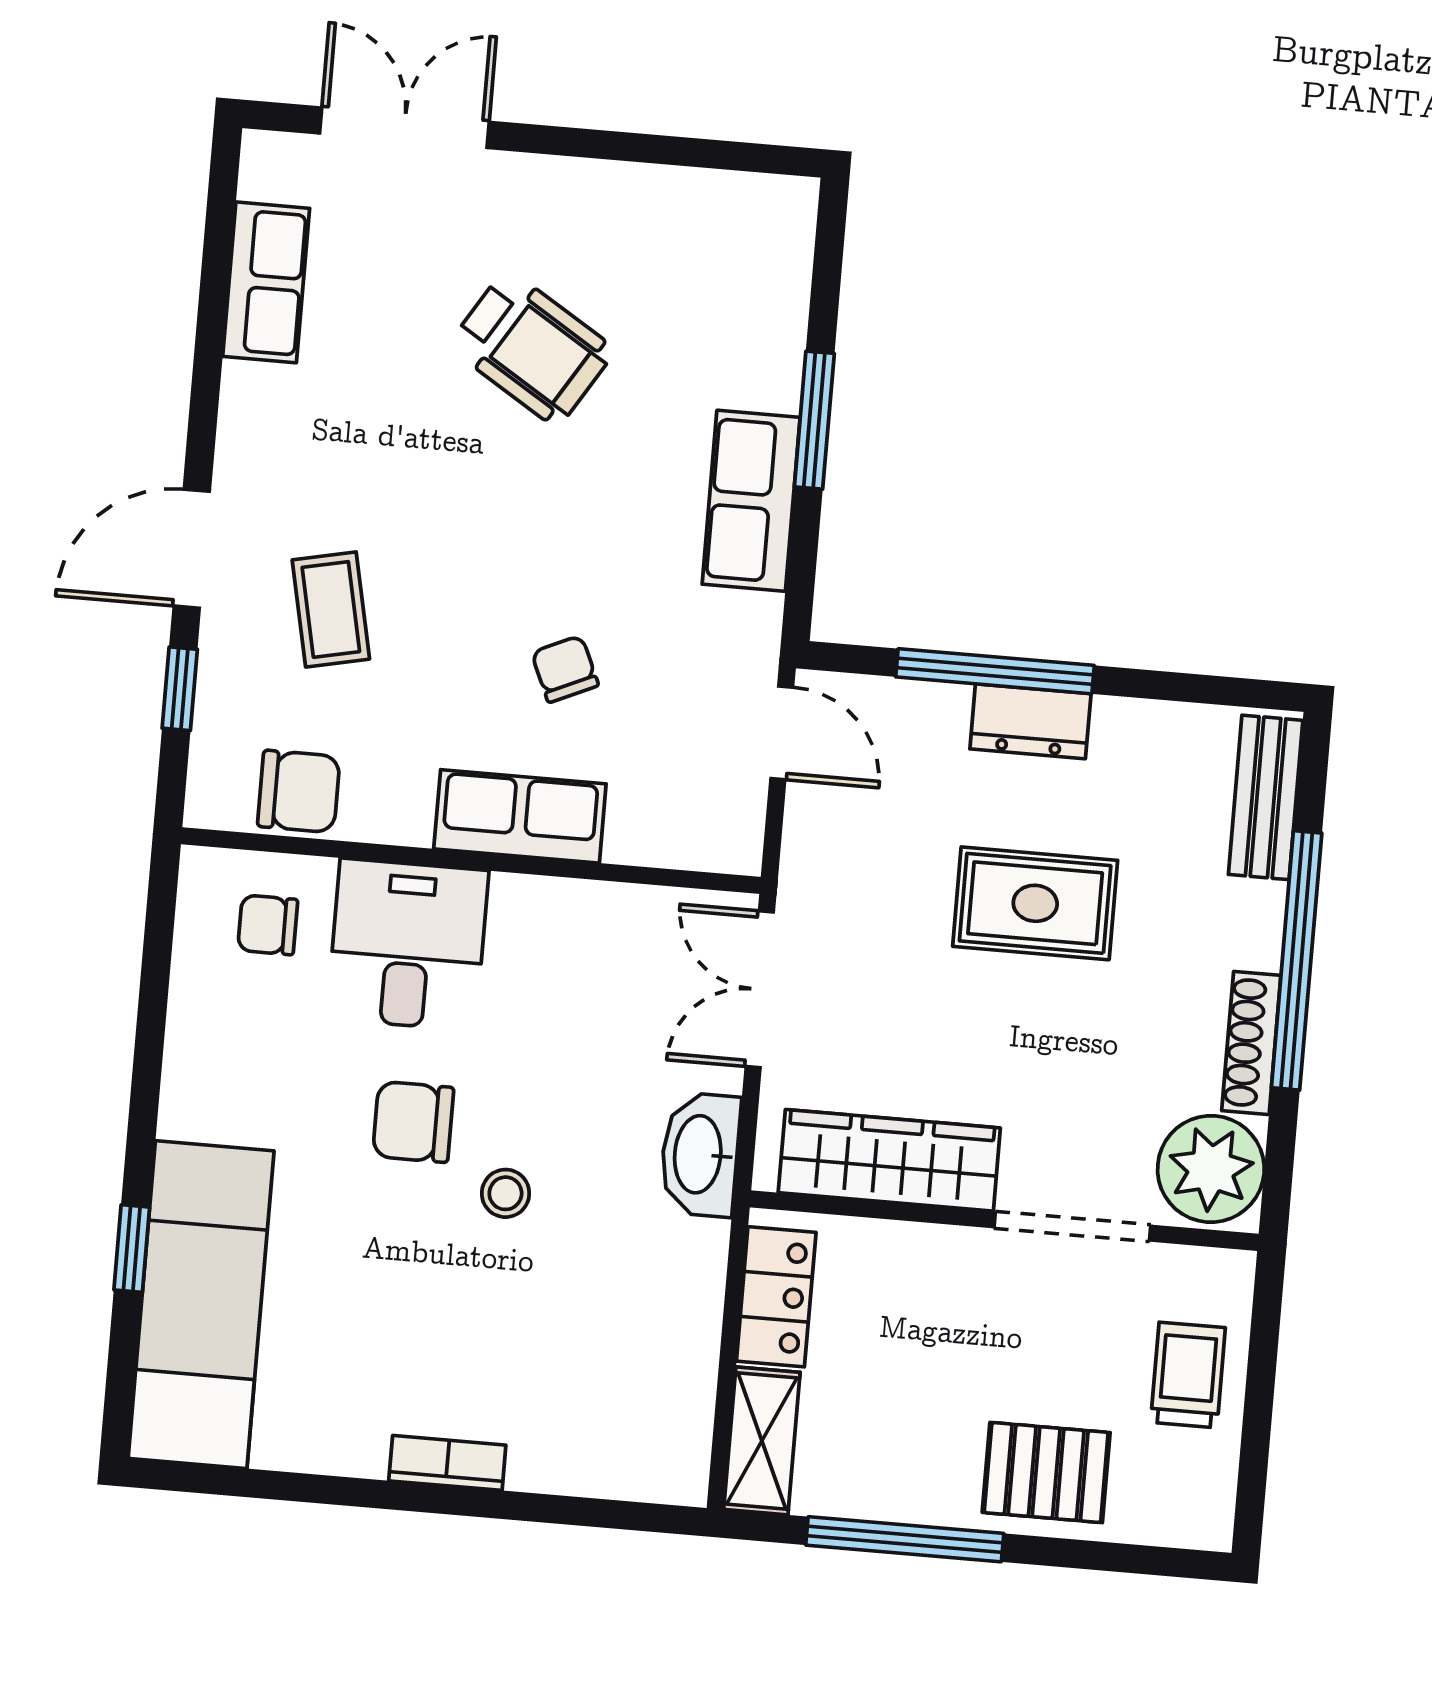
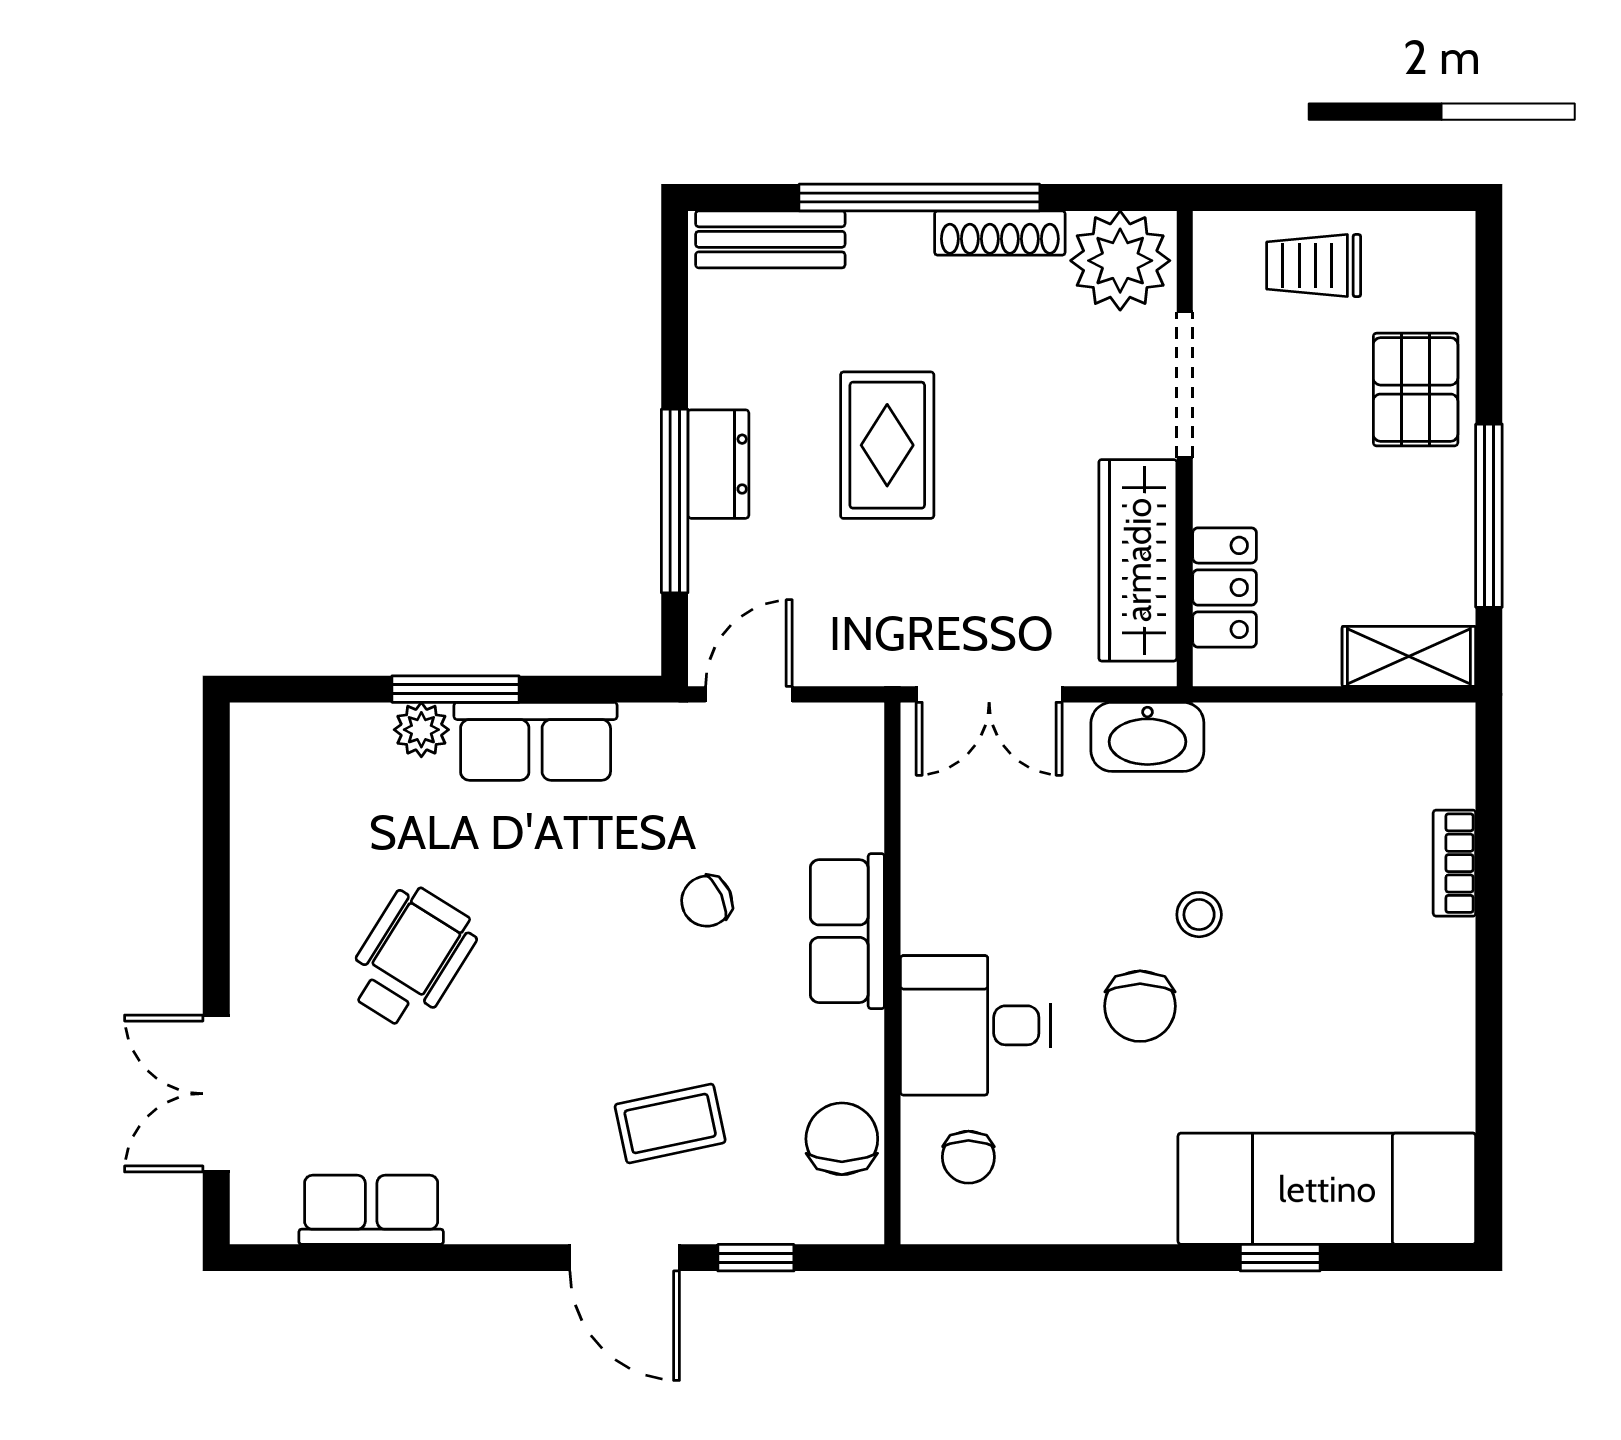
plant: (774, 380) -> (421, 730), added
locker: (776, 1297) -> (1225, 587), moved, turned 90
bookcase: (447, 1463) -> (1454, 863), moved

